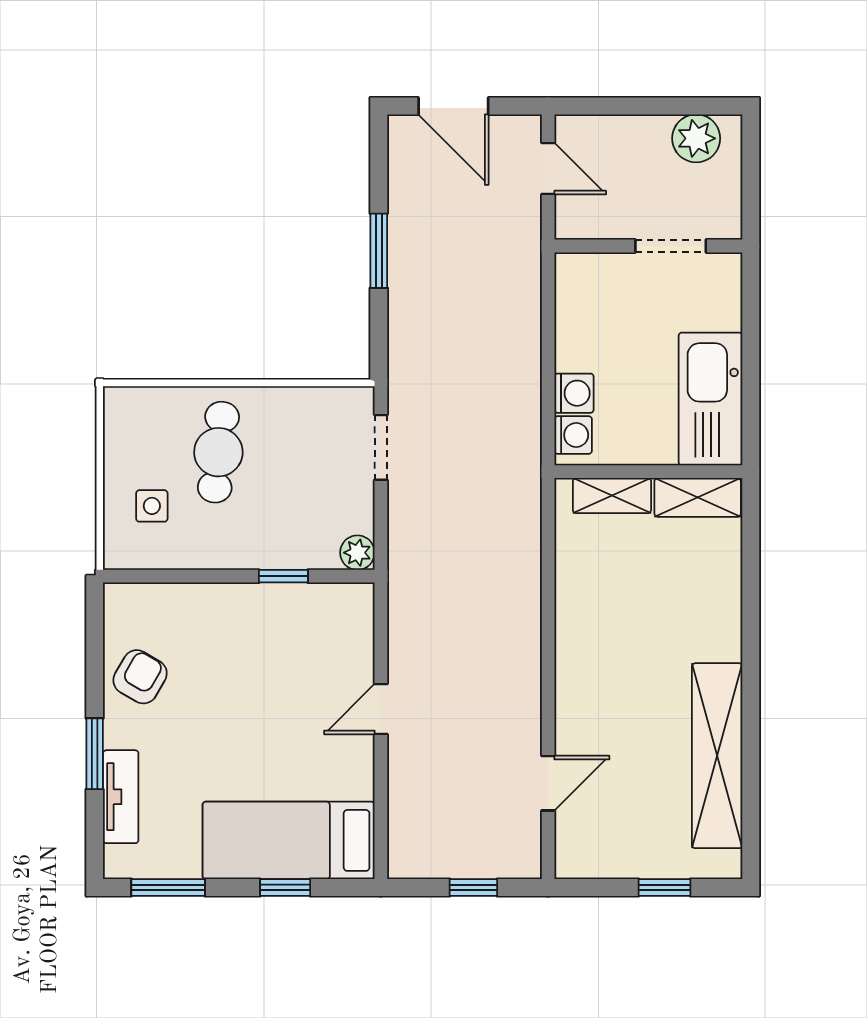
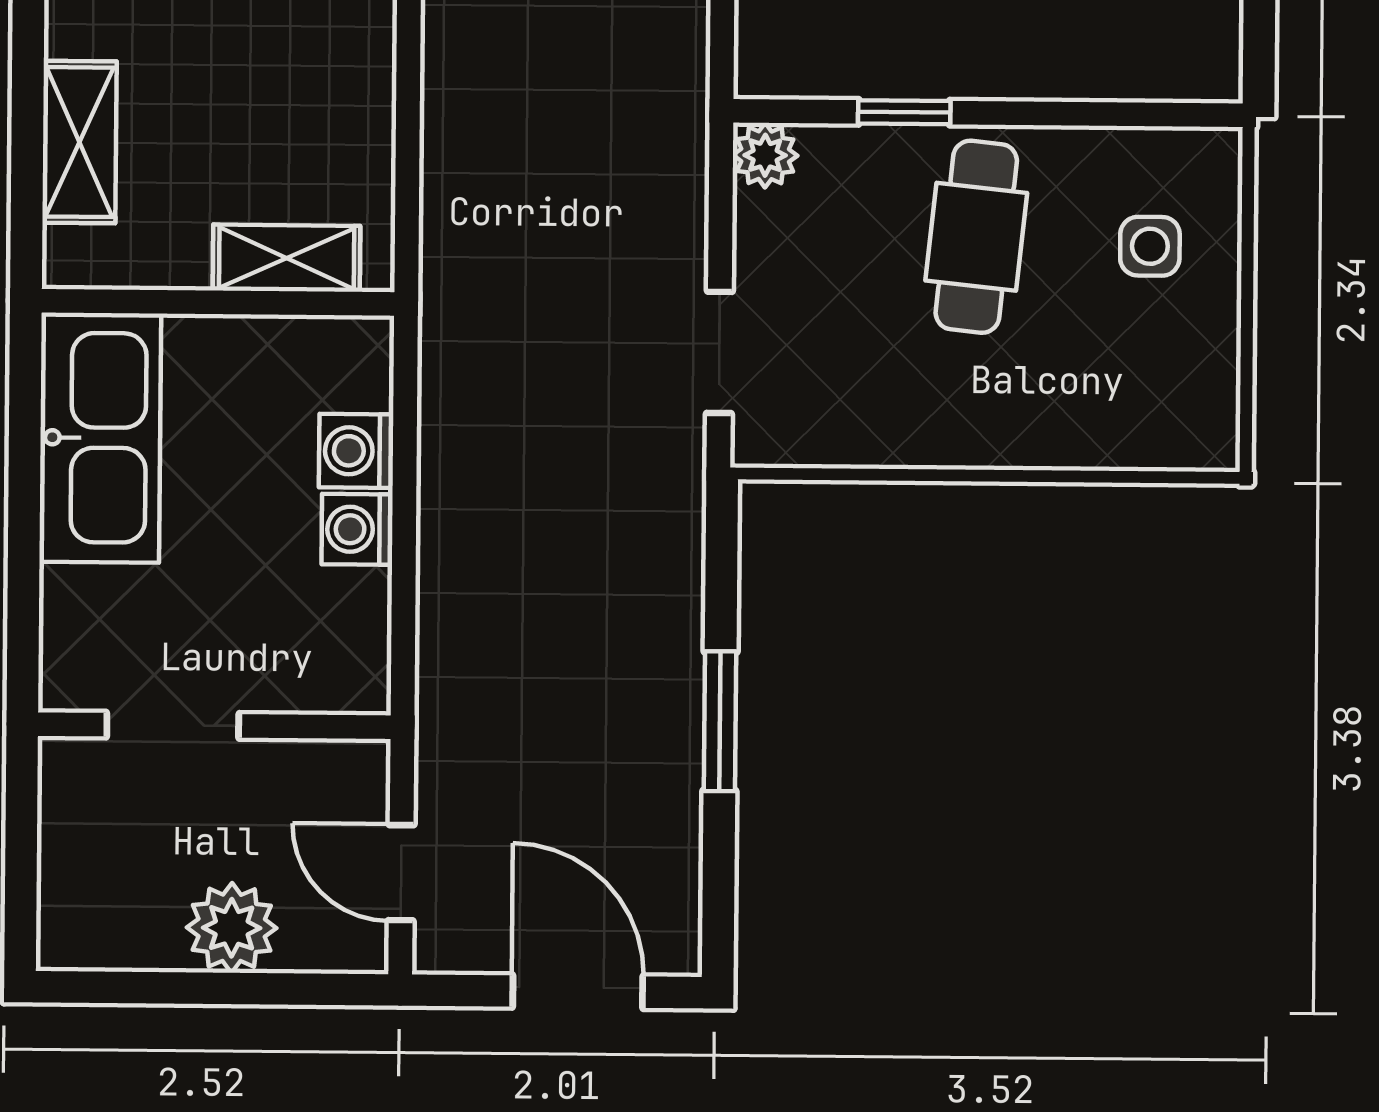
plant: (696, 138) -> (232, 928), moved
washing machine: (573, 435) -> (357, 529), moved
cafe table: (218, 452) -> (976, 237), moved
shelving: (698, 497) -> (79, 142), moved, turned 90

